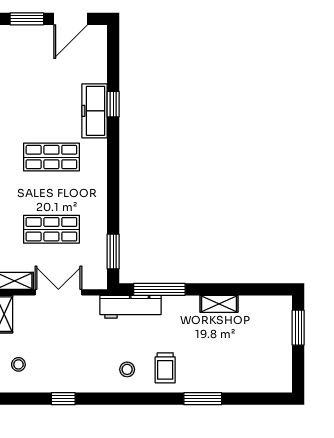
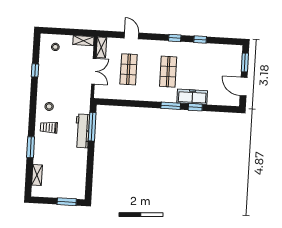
window: (113, 251) -> (171, 106), moved
shelving: (219, 304) -> (37, 175), moved
workbench: (130, 307) -> (82, 131), moved

